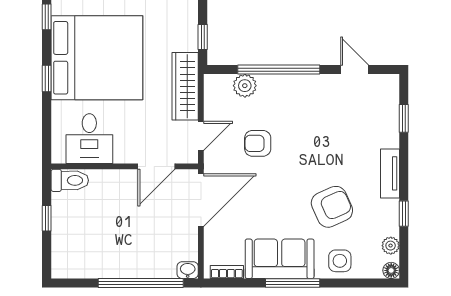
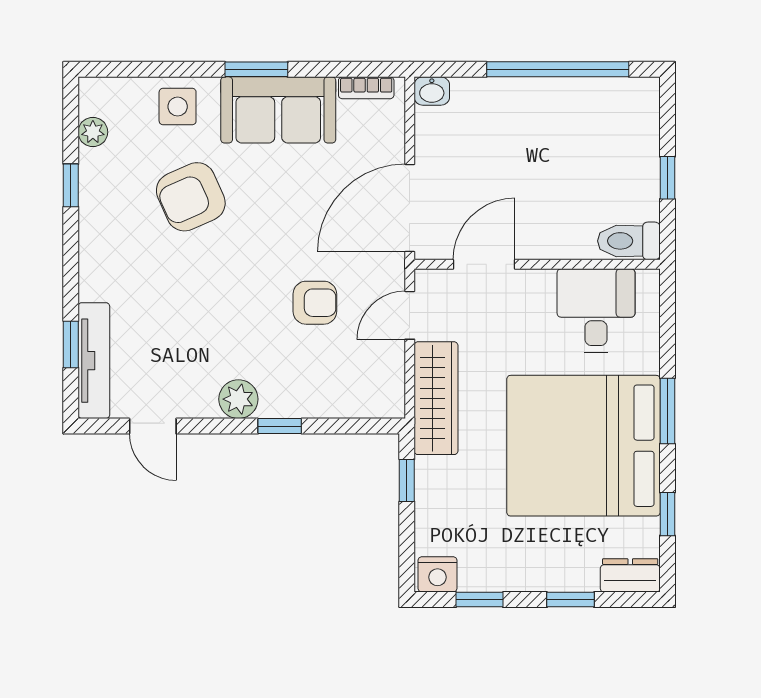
window: (279, 70) -> (280, 426), width x0.32
window: (47, 79) -> (667, 411), width x1.50
plant: (245, 86) -> (238, 399), moved
tv unit: (390, 173) -> (94, 361), moved, width x1.41
floor lamp: (391, 270) -> (92, 90), removed
window: (141, 283) -> (558, 69), moved
window: (293, 283) -> (256, 69), width x0.69

